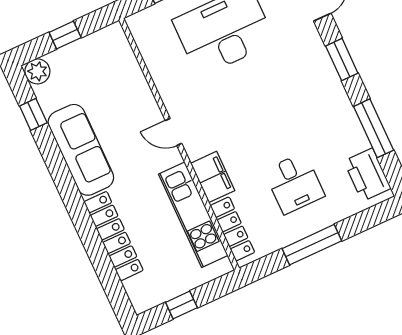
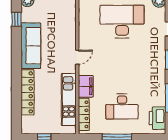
door: (173, 132) -> (77, 57), swing flipped
desk: (294, 183) -> (122, 106), width x1.37

